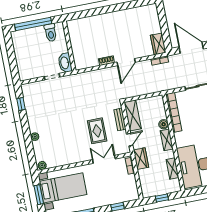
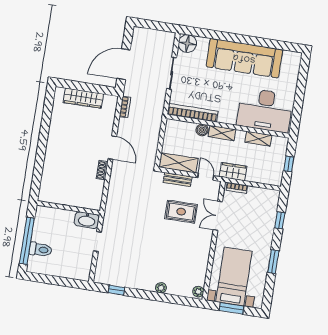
toilet: (51, 33) -> (40, 250), moved
wardrobe: (158, 44) -> (83, 98), moved, width x1.50

